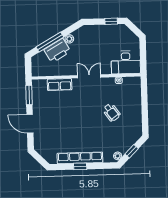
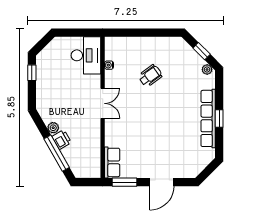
printer: (57, 51) -> (62, 140), width x0.53, depth x0.68
double door: (89, 76) -> (103, 103), swing flipped
row of seats: (60, 85) -> (112, 162), moved

